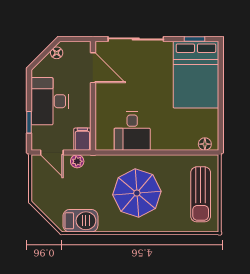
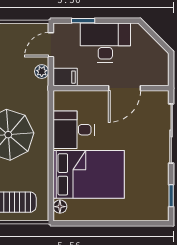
floor lamp: (57, 53) -> (156, 50), removed
door: (93, 68) -> (125, 88), moved
bed: (196, 75) -> (89, 174), moved, turned 180

